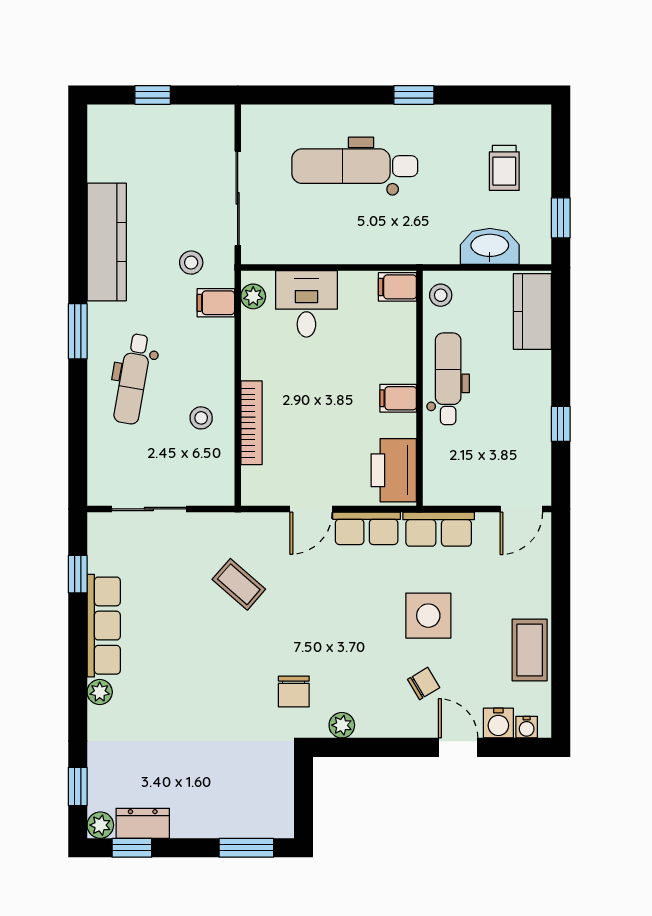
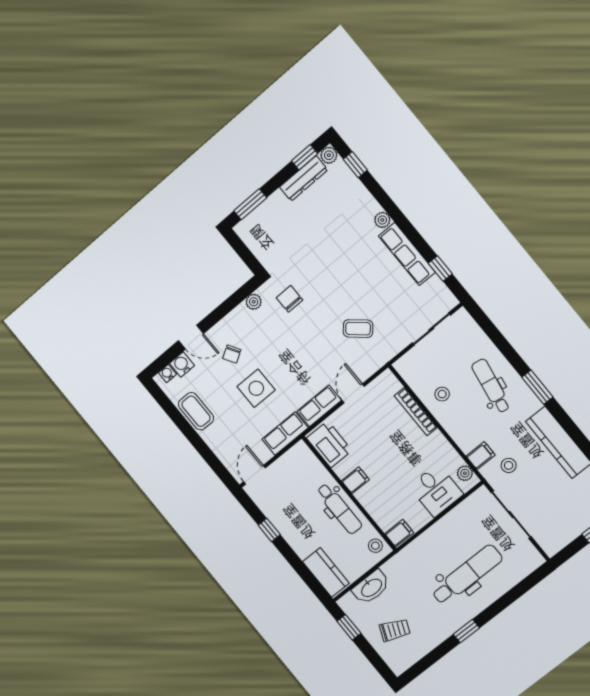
trolley: (504, 168) -> (395, 630), turned 113
dresser: (143, 823) -> (304, 178), width x1.44

